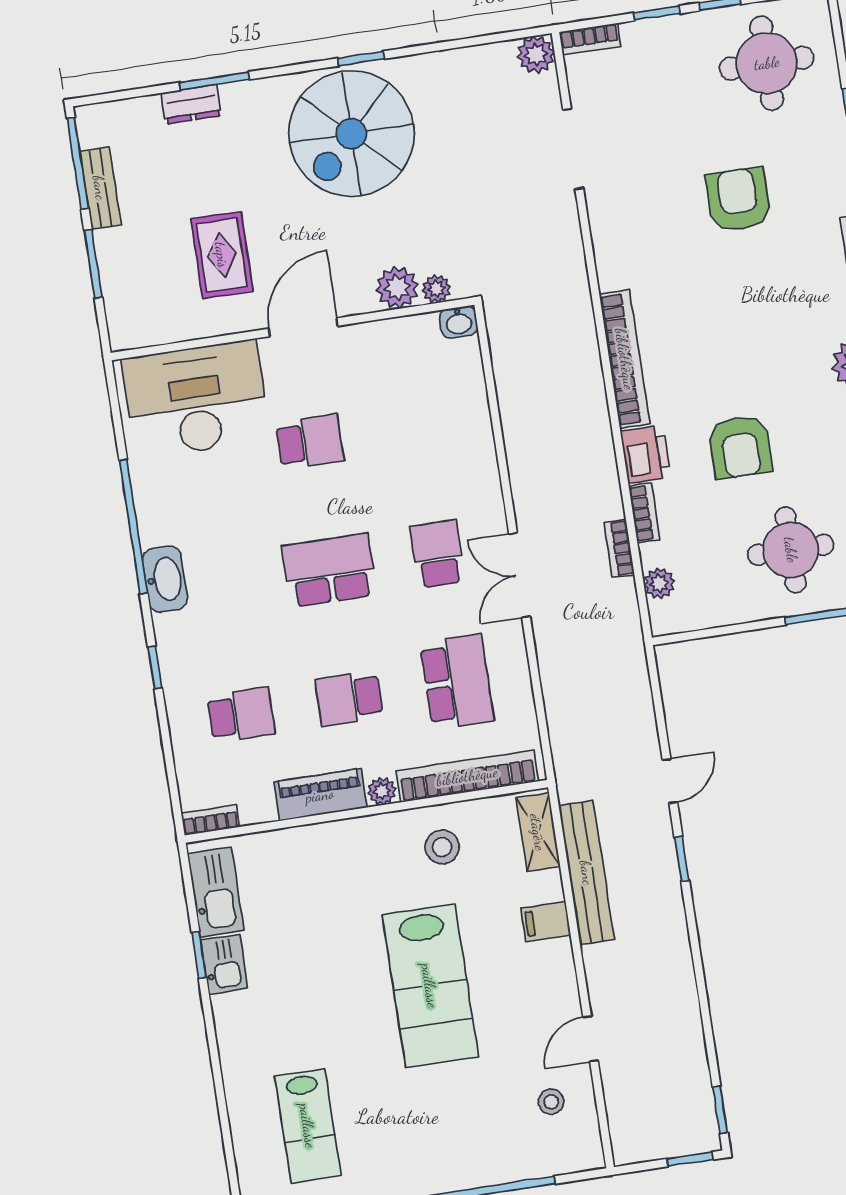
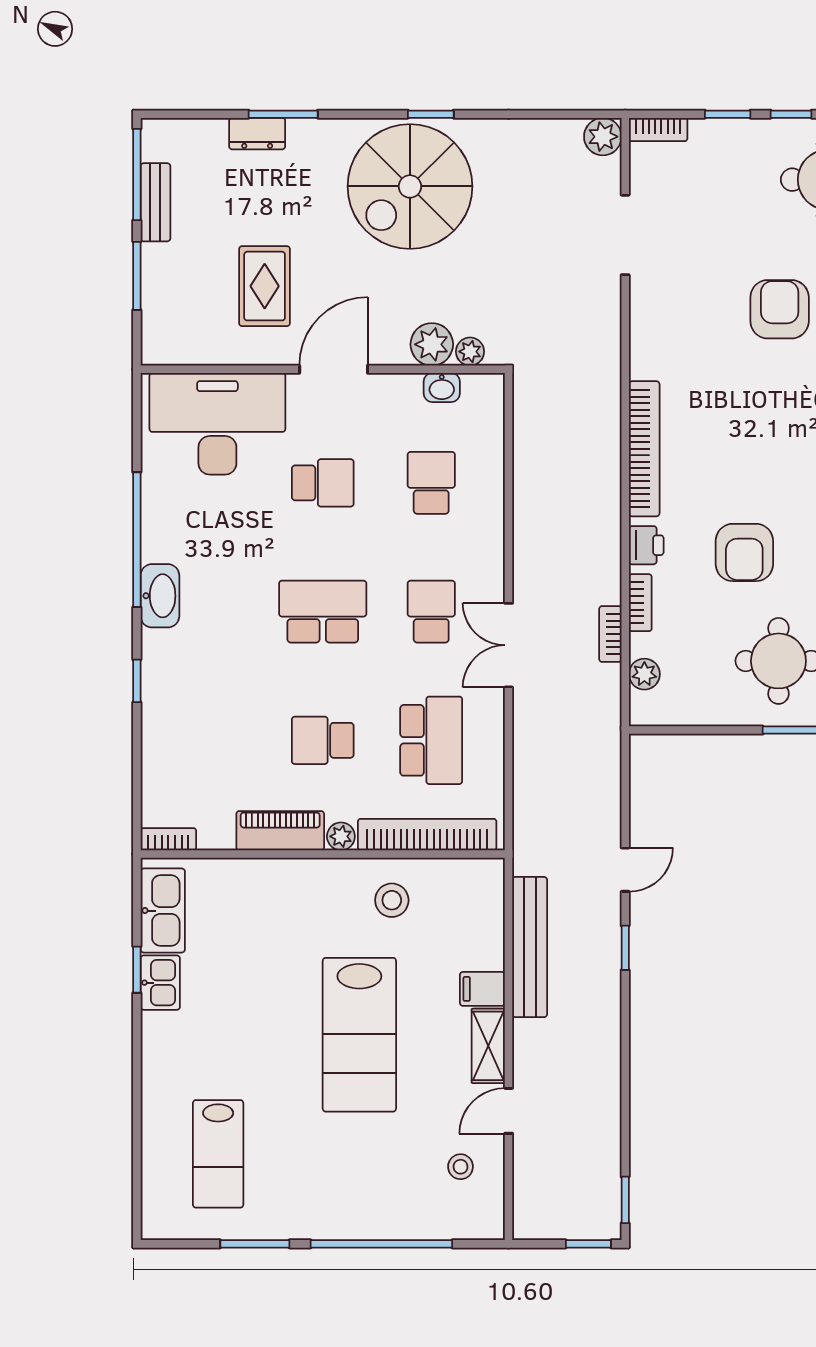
washbasin: (459, 322) -> (442, 387), moved
printer: (645, 454) -> (646, 545), width x0.73, depth x0.81
school desk: (241, 715) -> (431, 483), moved, turned -90
shelving: (538, 832) -> (488, 1046), moved

